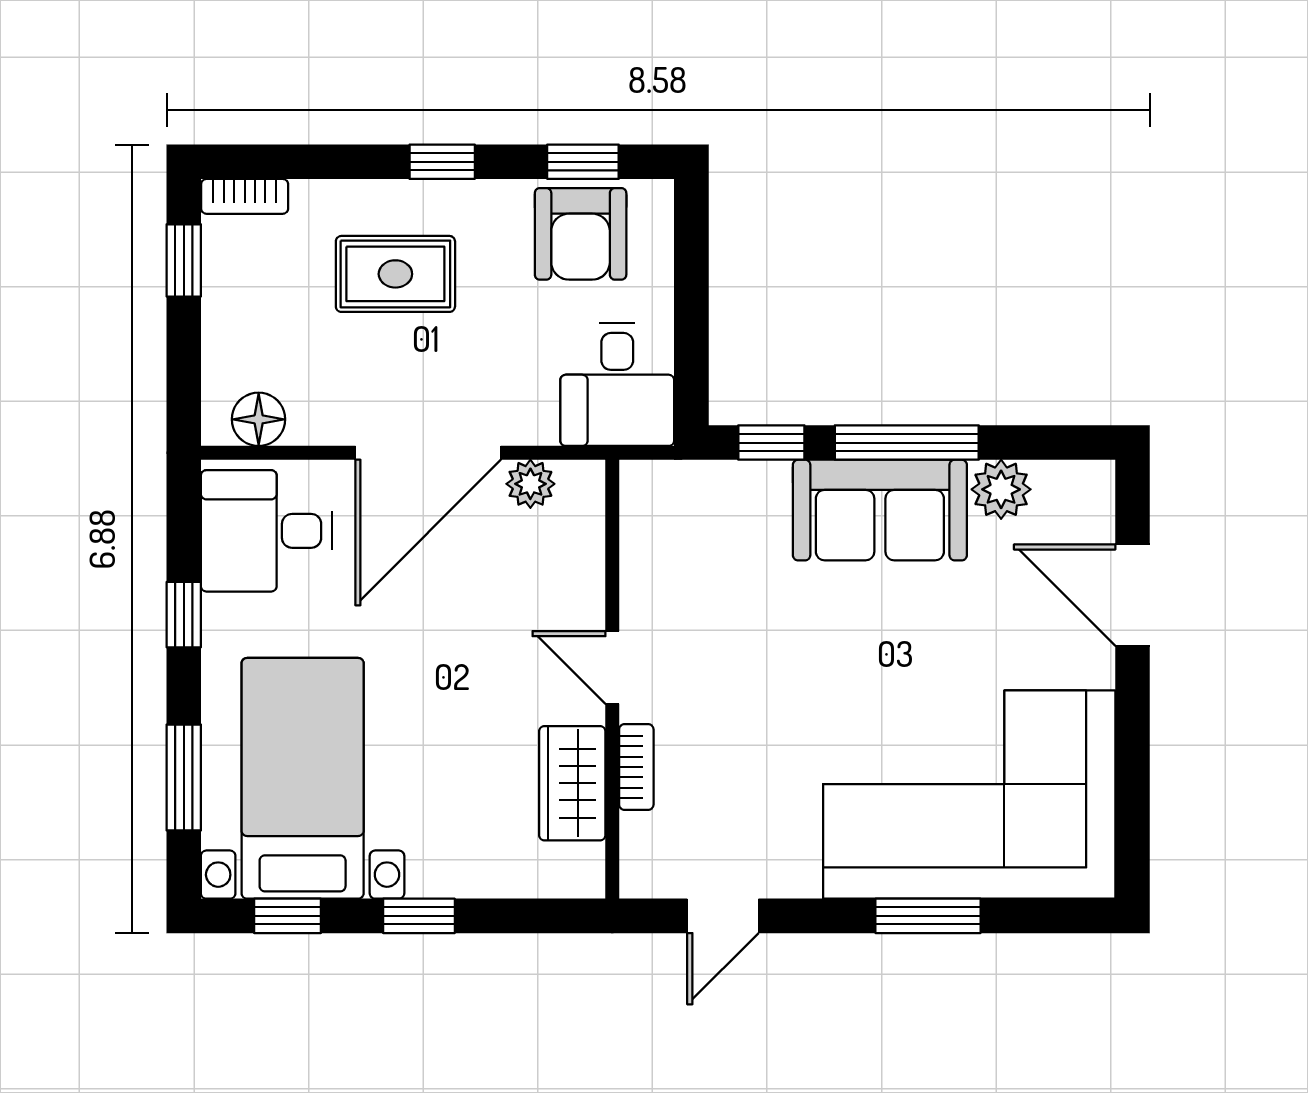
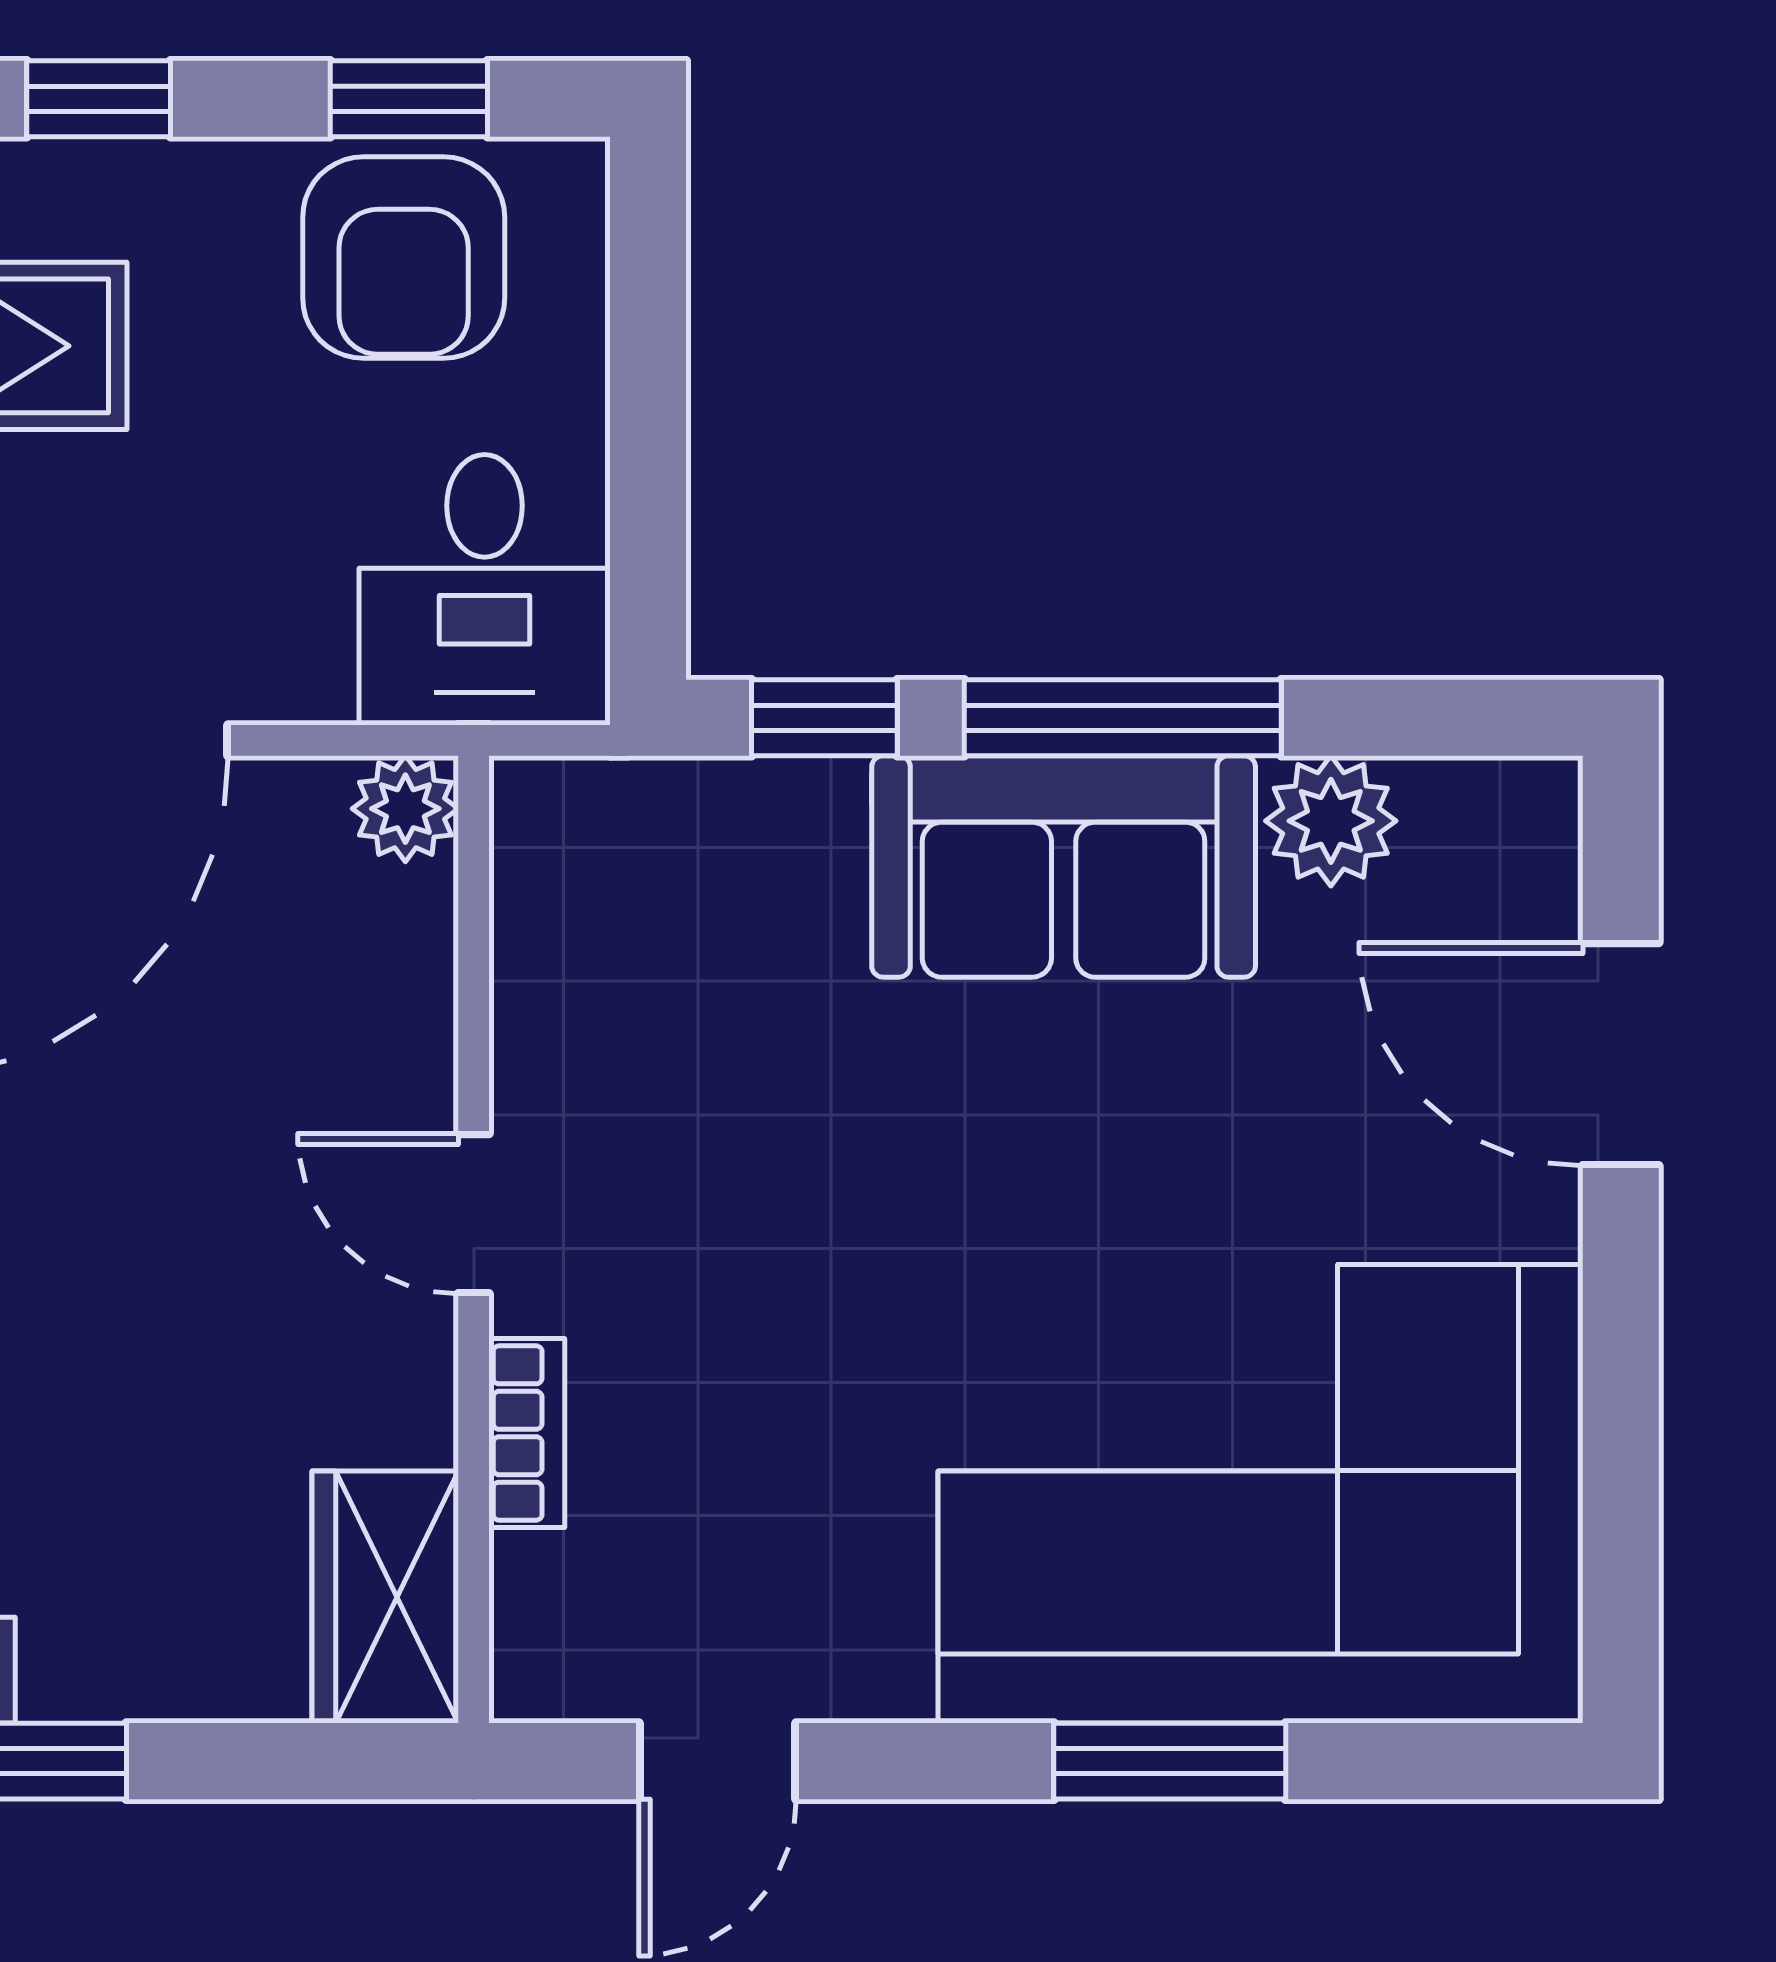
plant: (530, 484) -> (405, 809), moved
wardrobe: (572, 783) -> (385, 1597), moved

